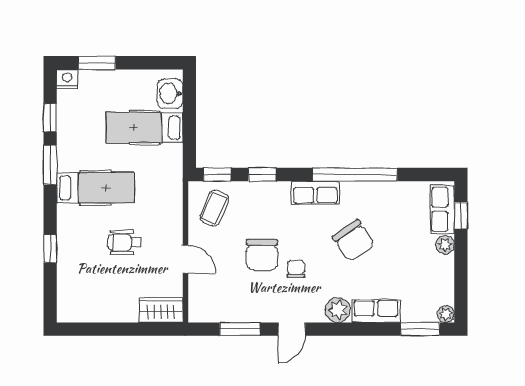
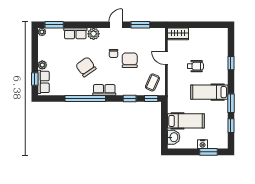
nightstand: (67, 79) -> (203, 144), moved

